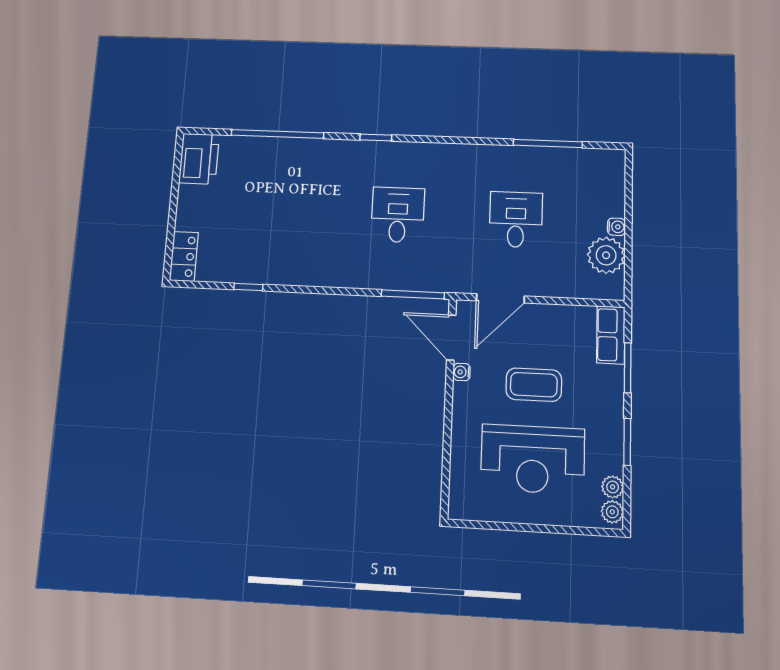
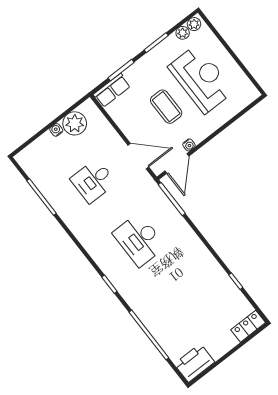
desk: (398, 215) -> (139, 240), width x1.37

